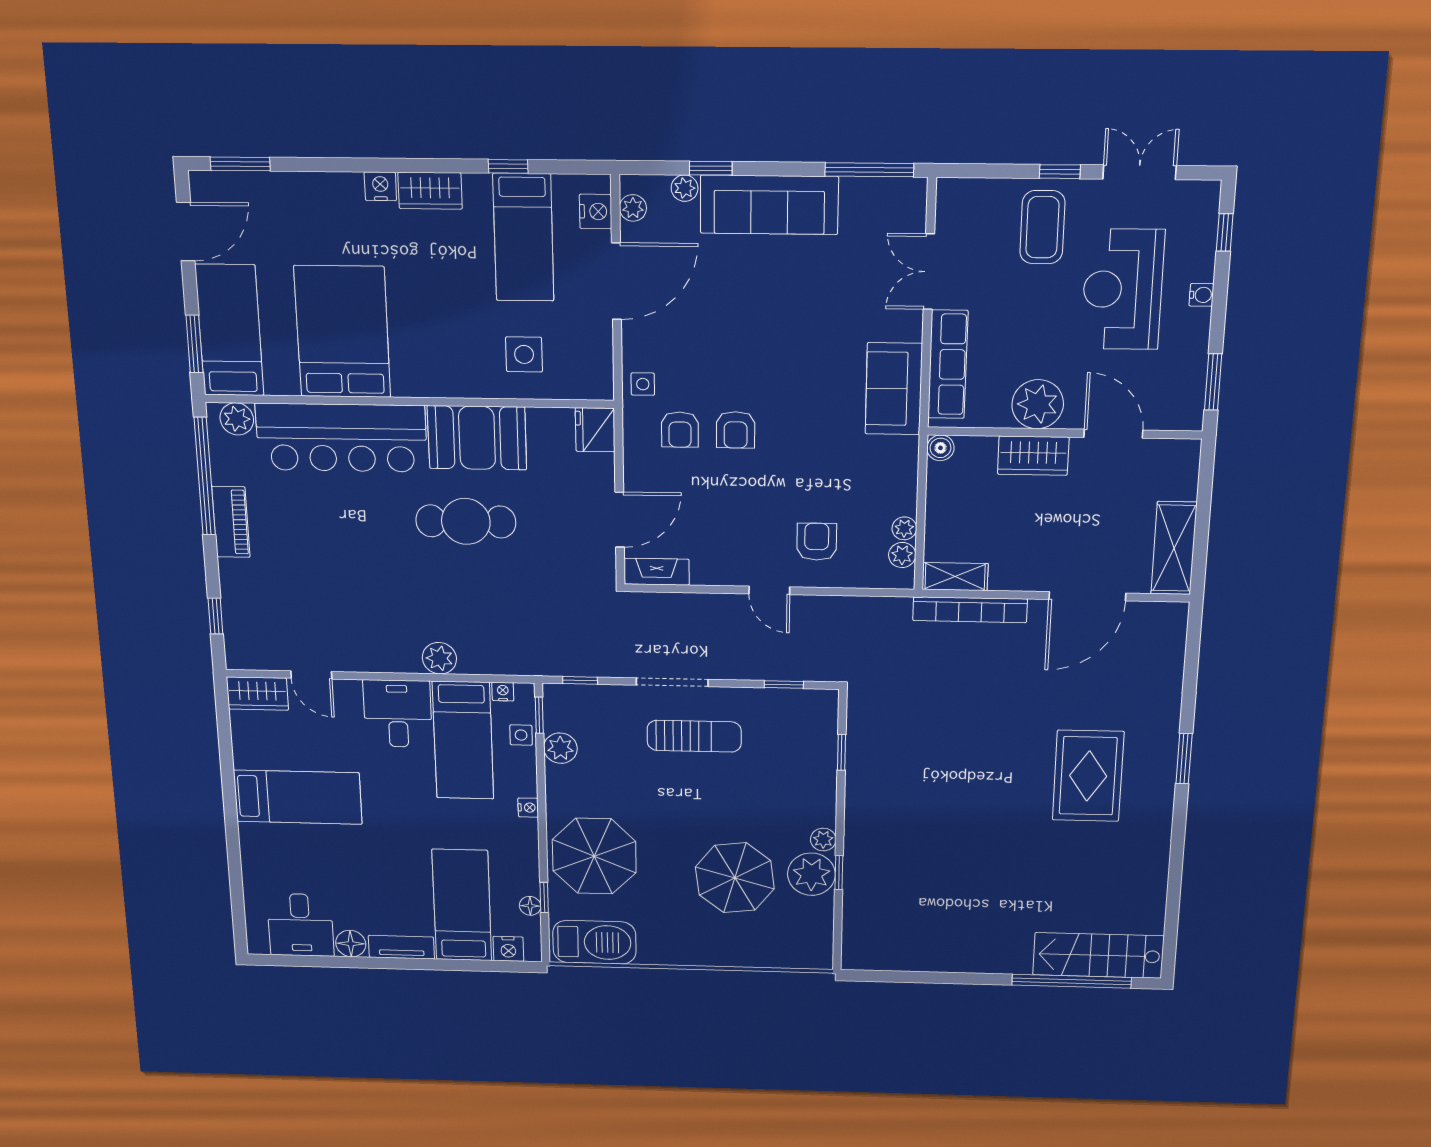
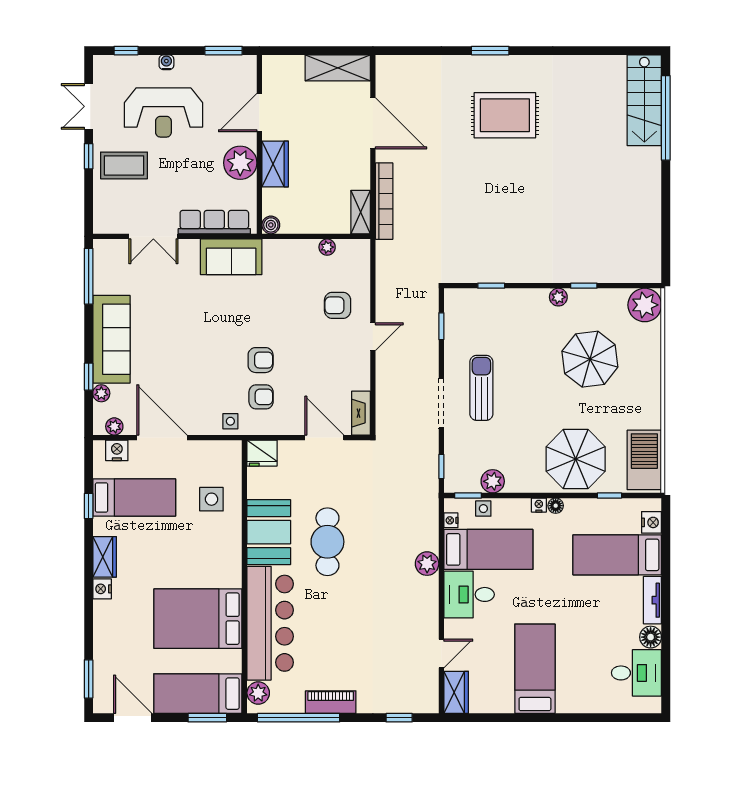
plant: (902, 555) -> (346, 248), removed
plant: (811, 874) -> (645, 305), moved
floor lamp: (530, 906) -> (556, 506), moved

